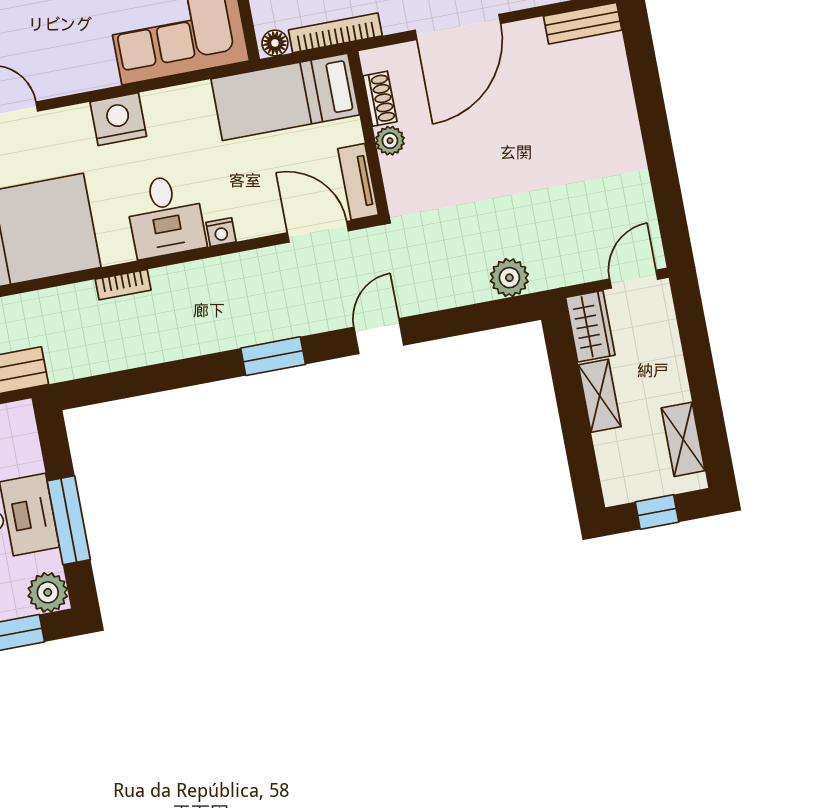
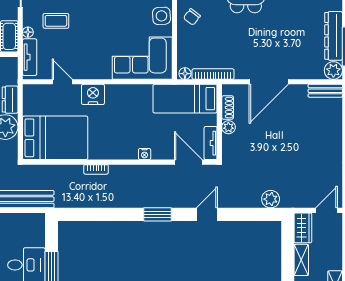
nightstand: (118, 119) -> (93, 94), moved
desk: (165, 216) -> (121, 142), removed

